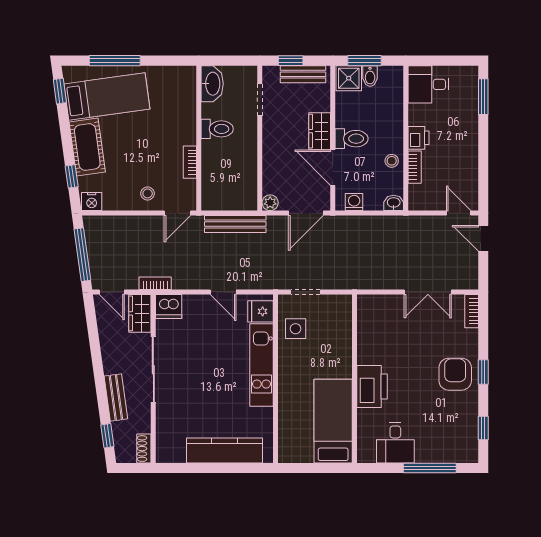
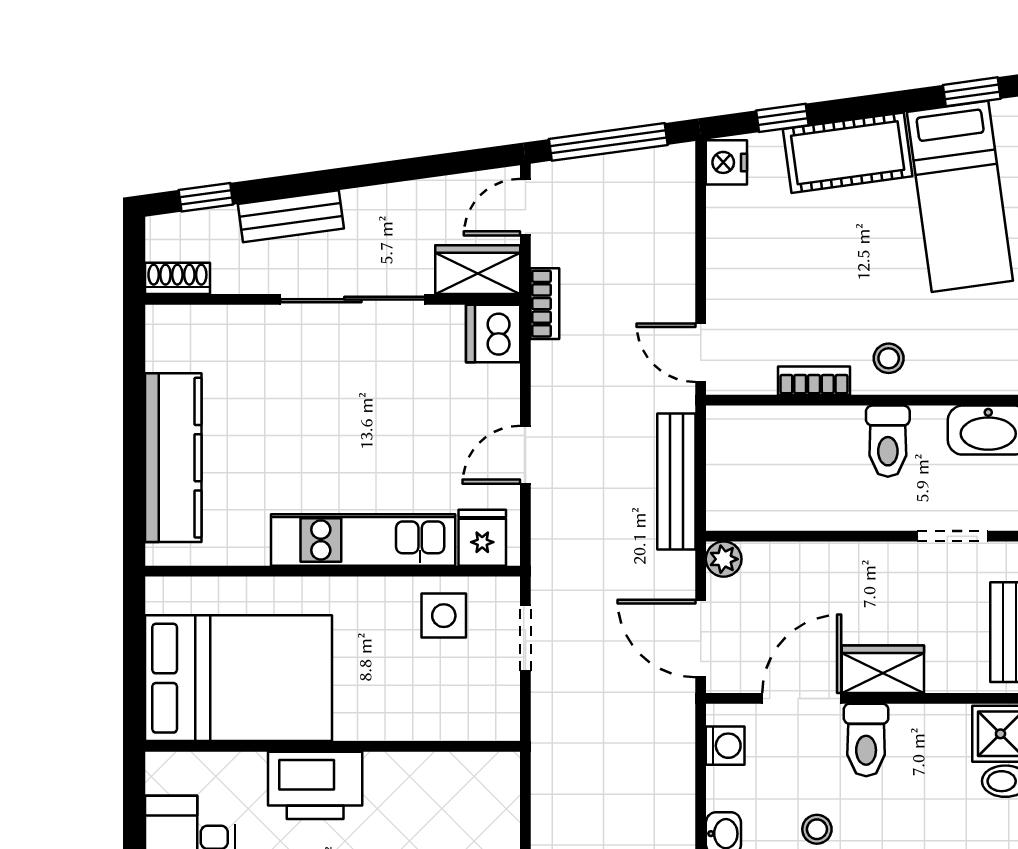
stool: (148, 193) -> (889, 358), moved
bed: (333, 421) -> (238, 678), width x1.50

